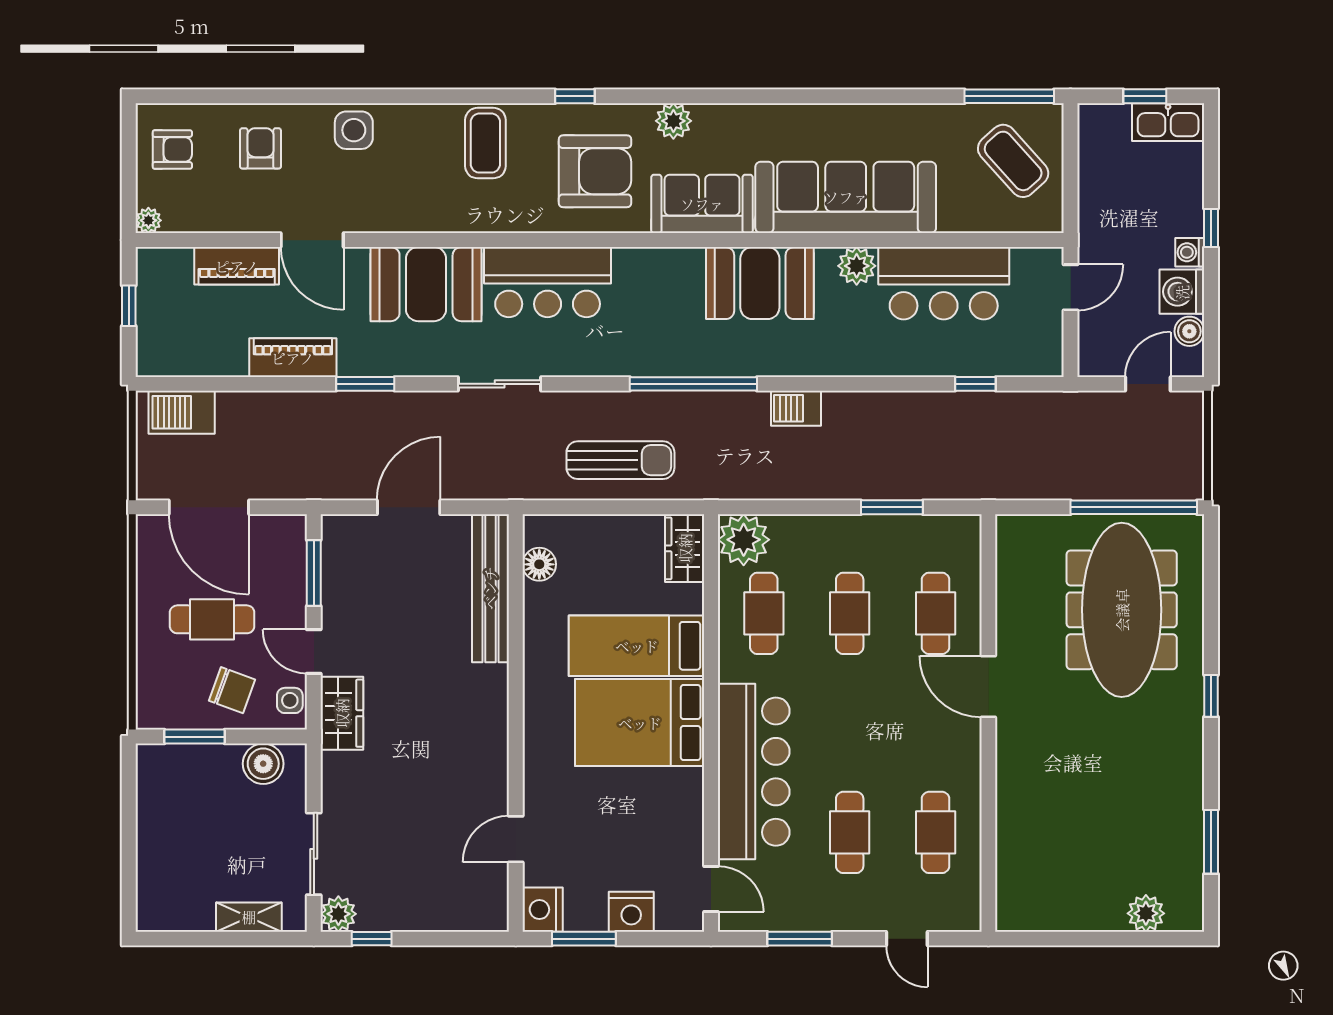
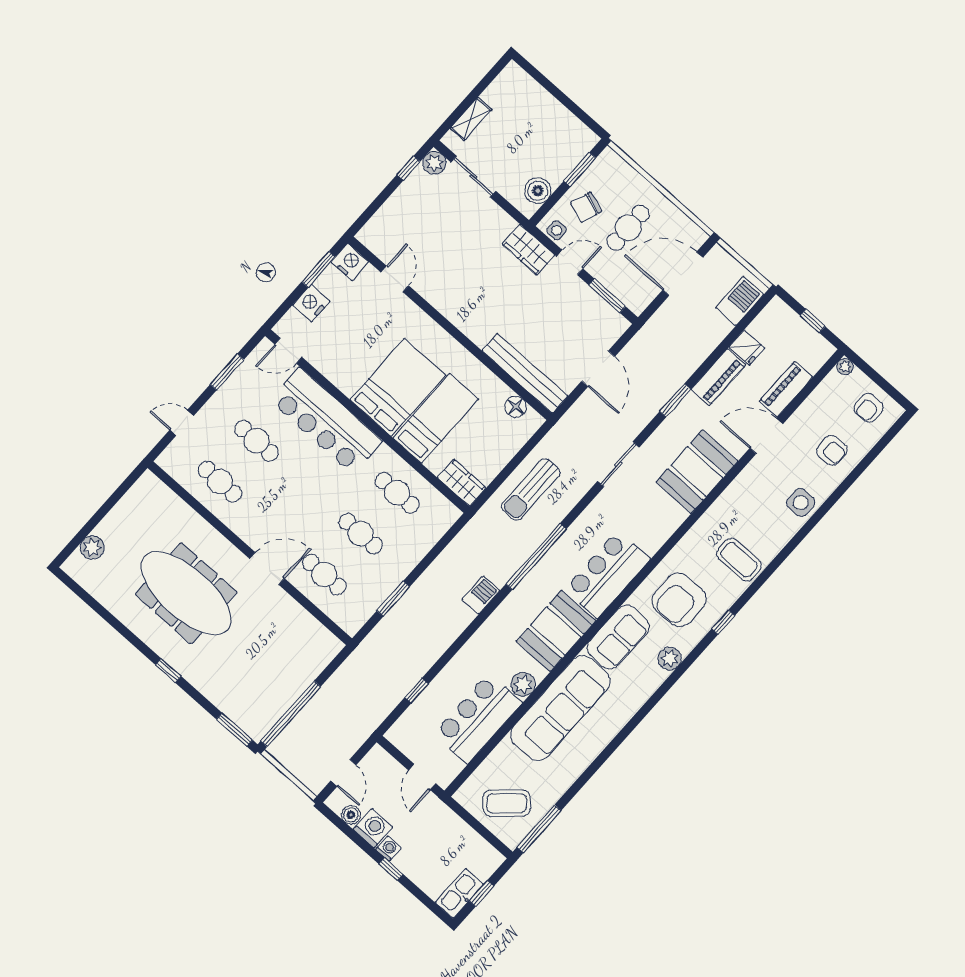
bar counter: (548, 282) -> (607, 574), moved
fridge: (228, 355) -> (747, 347), added
plant: (744, 540) -> (441, 514), removed
meeting table: (1122, 610) -> (186, 593), moved
window: (1211, 842) -> (234, 730), moved

